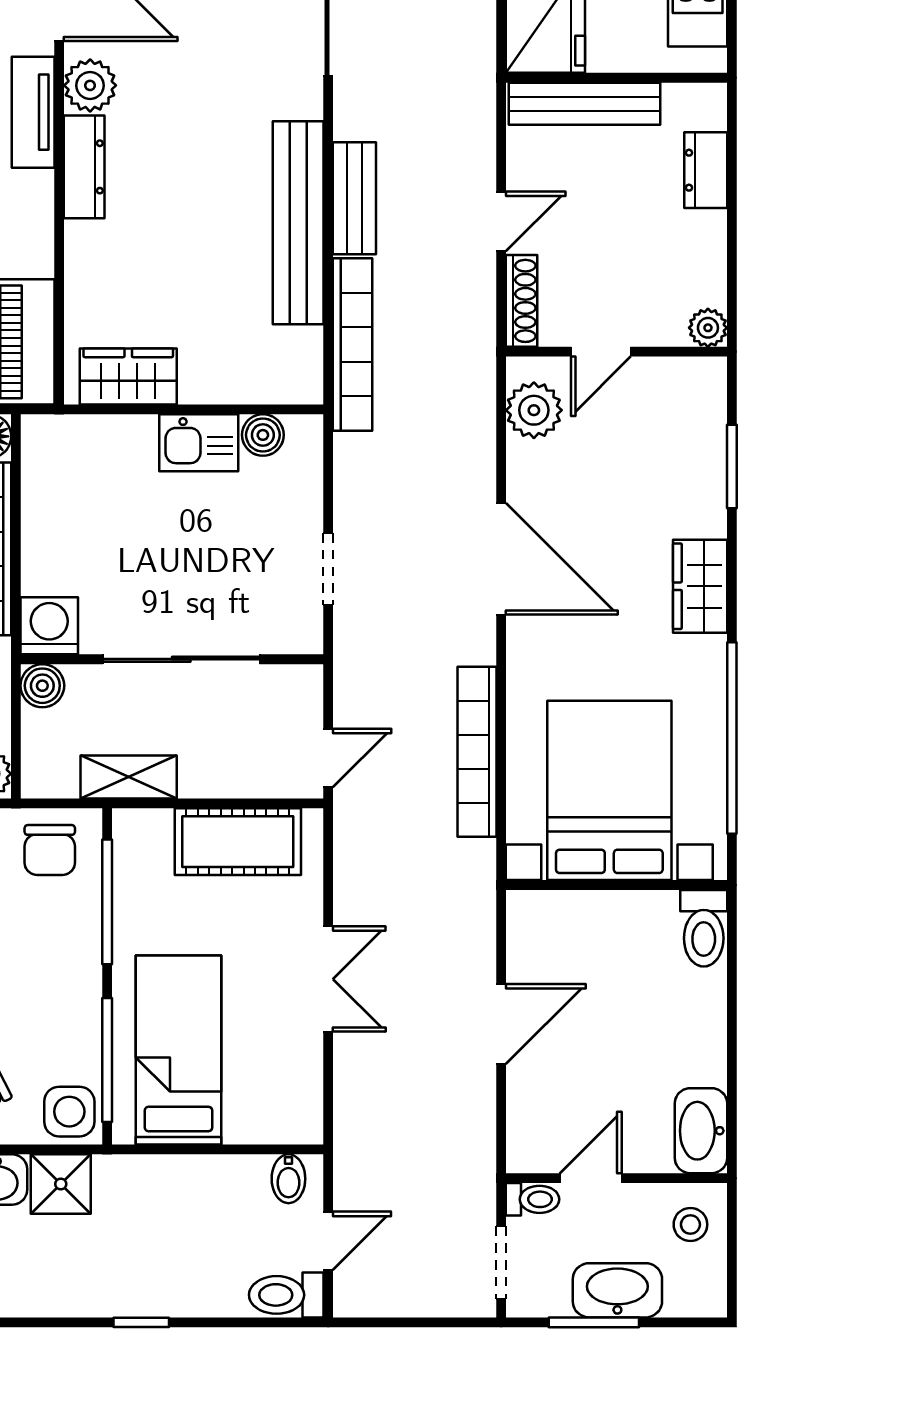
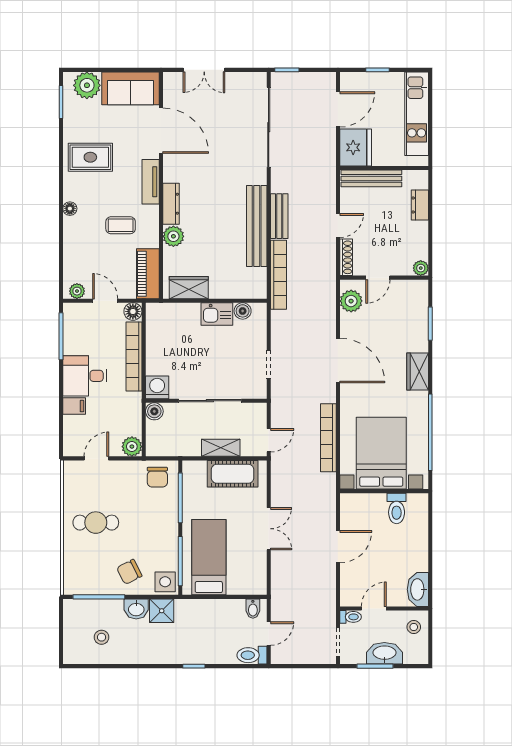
plant: (90, 85) -> (173, 236), moved
shelving: (129, 777) -> (221, 448), moved
toilet: (704, 928) -> (397, 508), moved

